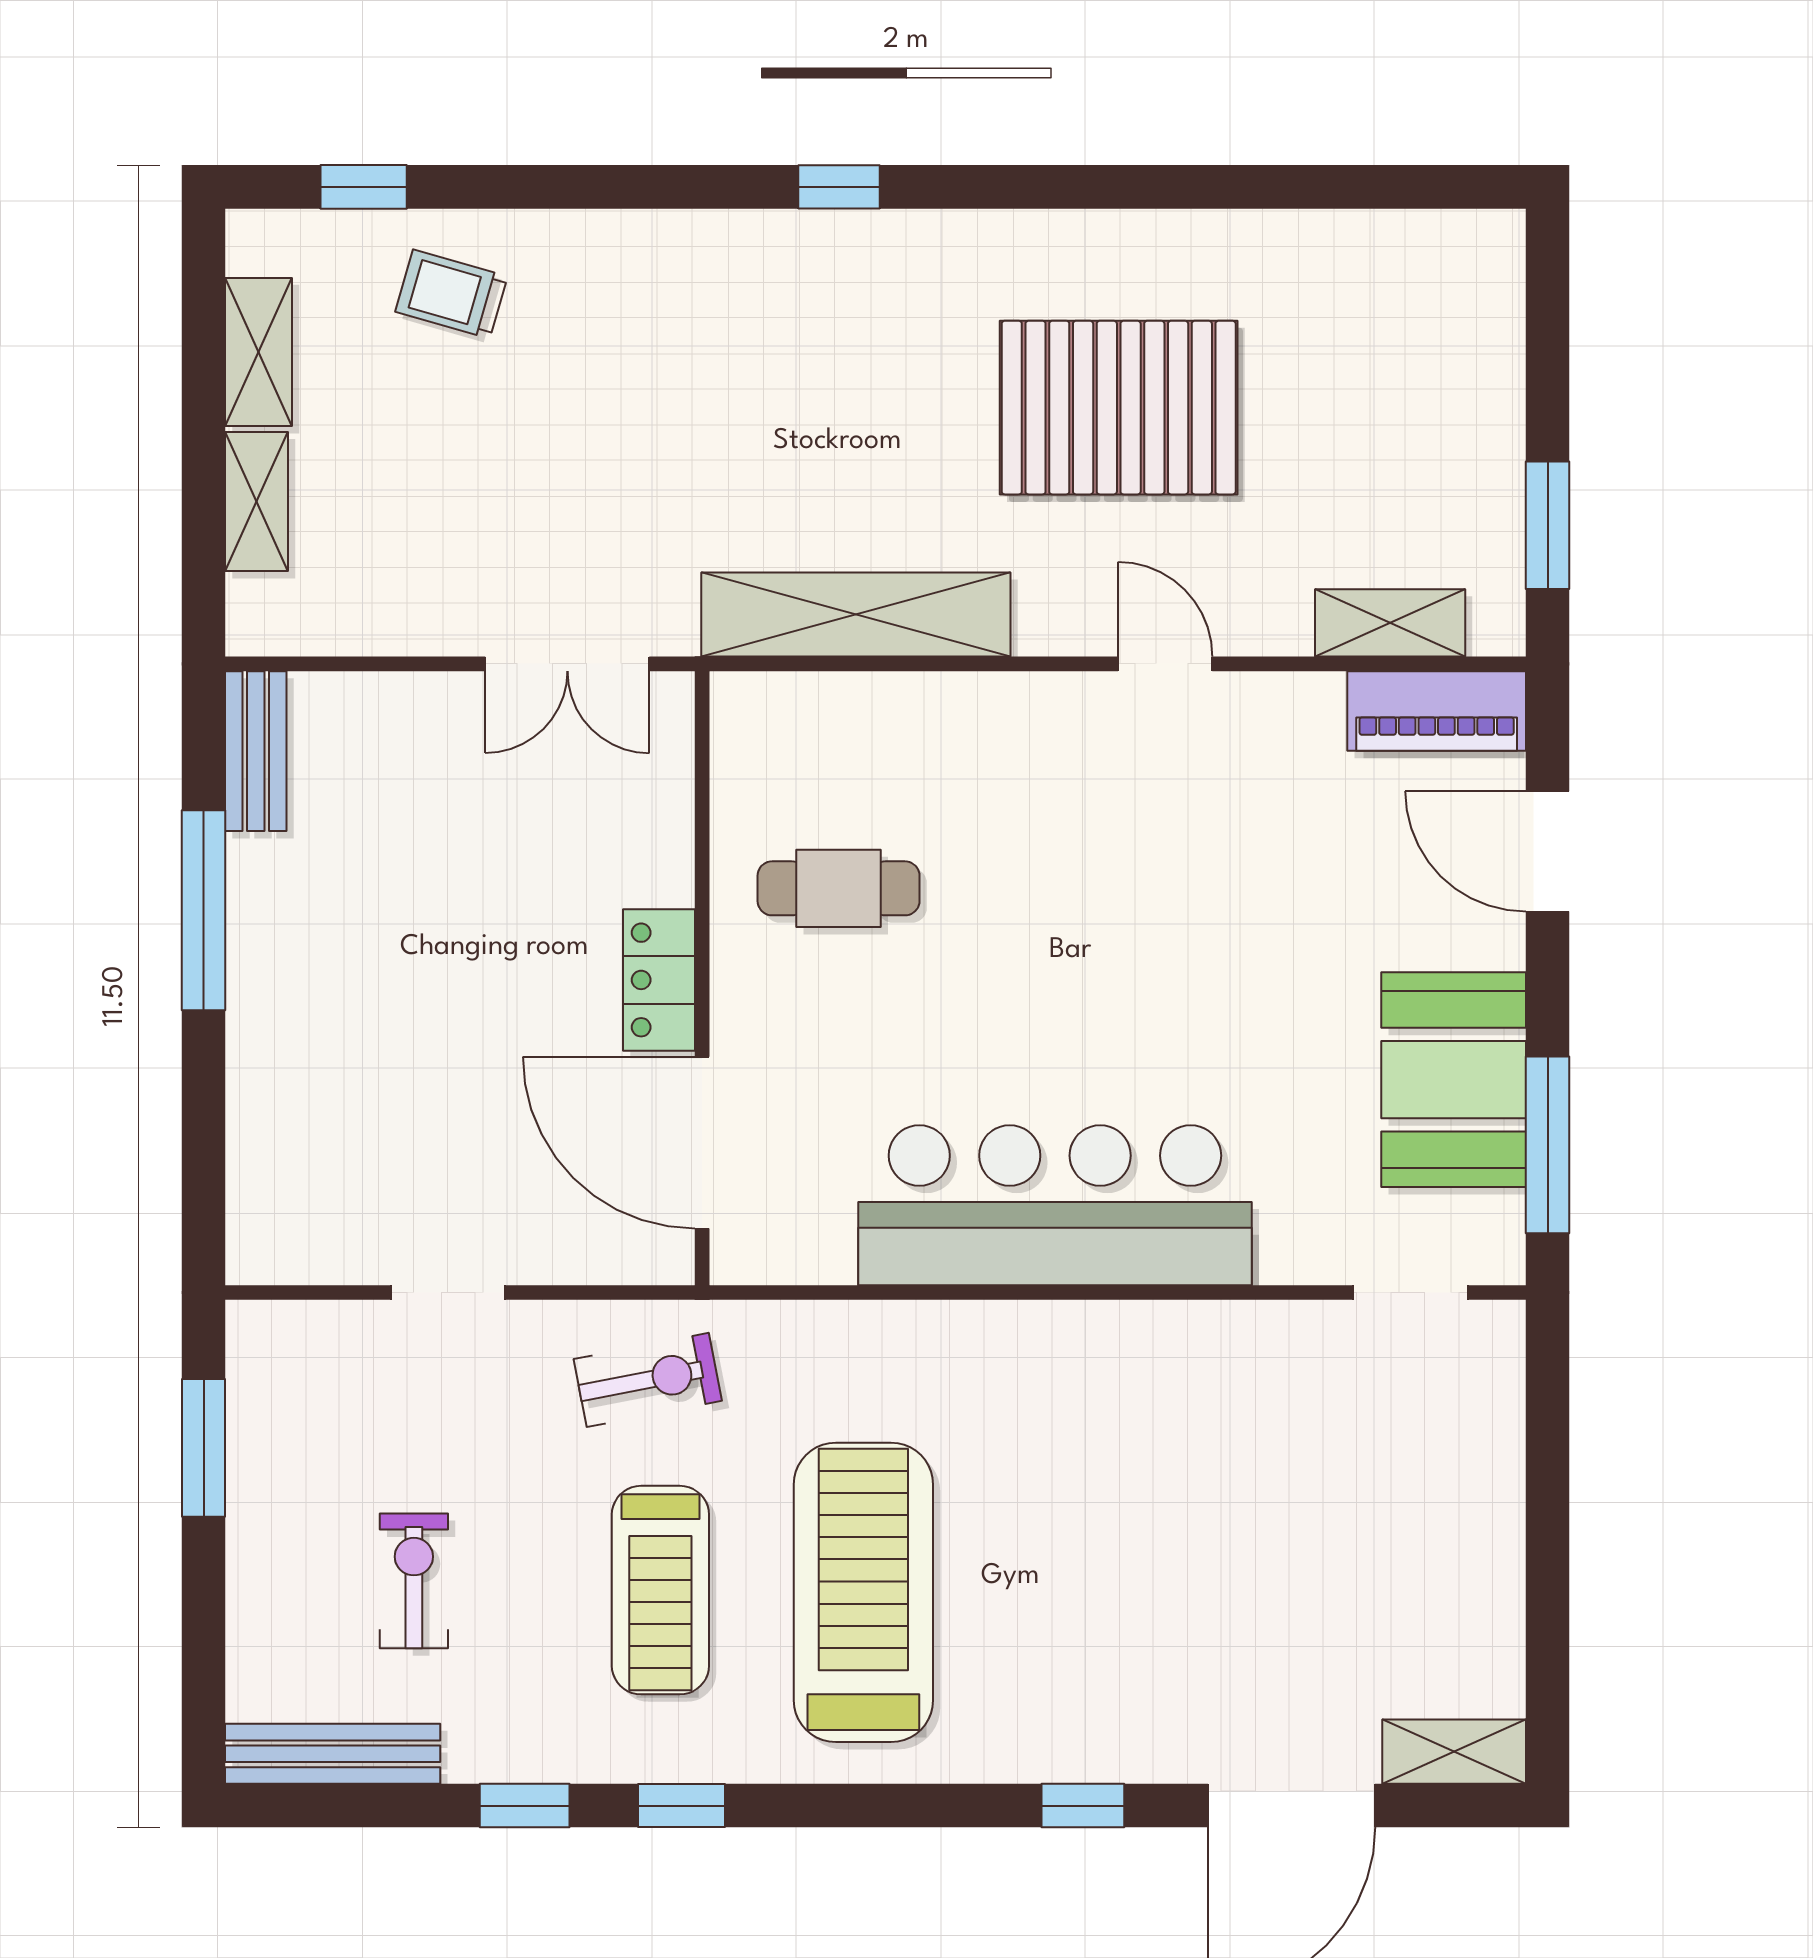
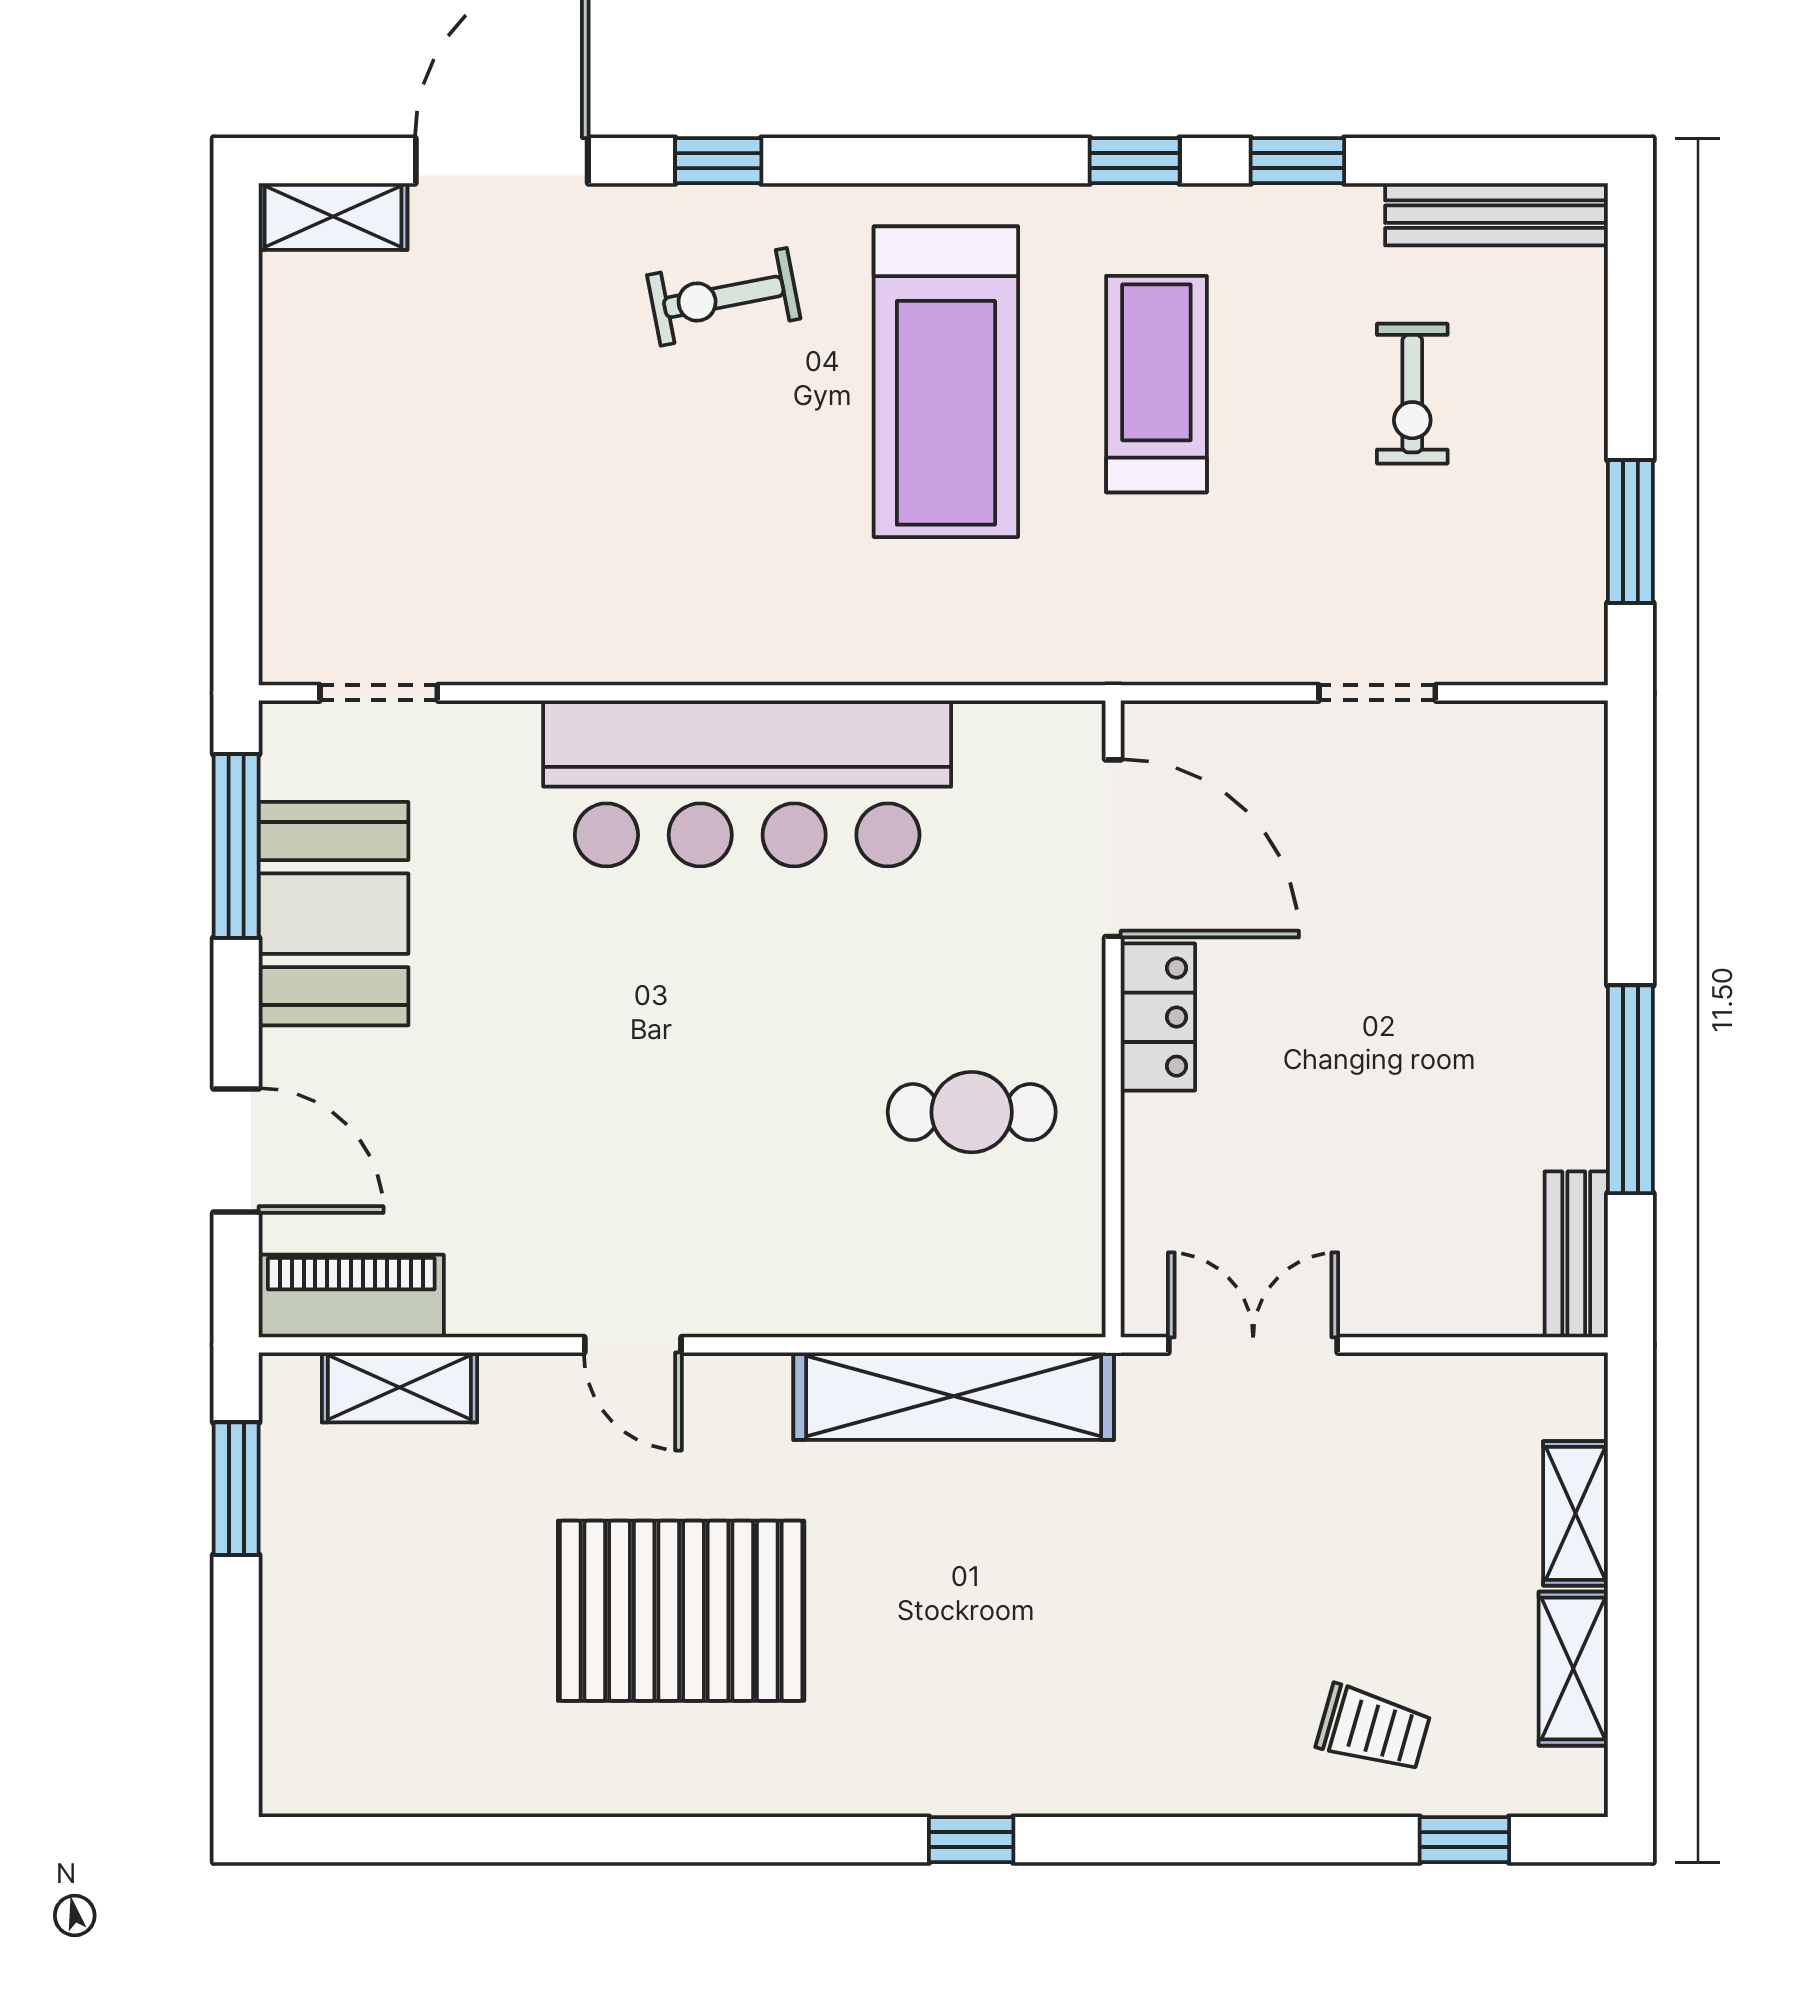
exercise bike: (648, 1380) -> (724, 297), moved

